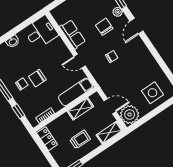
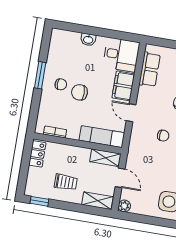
row of seats: (73, 34) -> (150, 69), moved
filing cabinet: (60, 49) -> (123, 86), added
shelving: (80, 109) -> (105, 158), moved
window: (18, 111) -> (35, 106), removed
plant: (130, 114) -> (124, 206), width x0.53, depth x0.53

